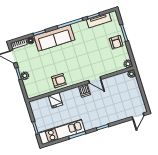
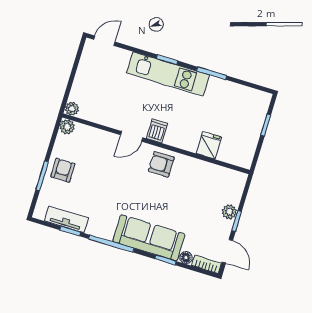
door: (95, 80) -> (132, 136), swing flipped
armchair: (59, 81) -> (161, 164), moved
kitchen unit: (62, 132) -> (168, 74), moved

